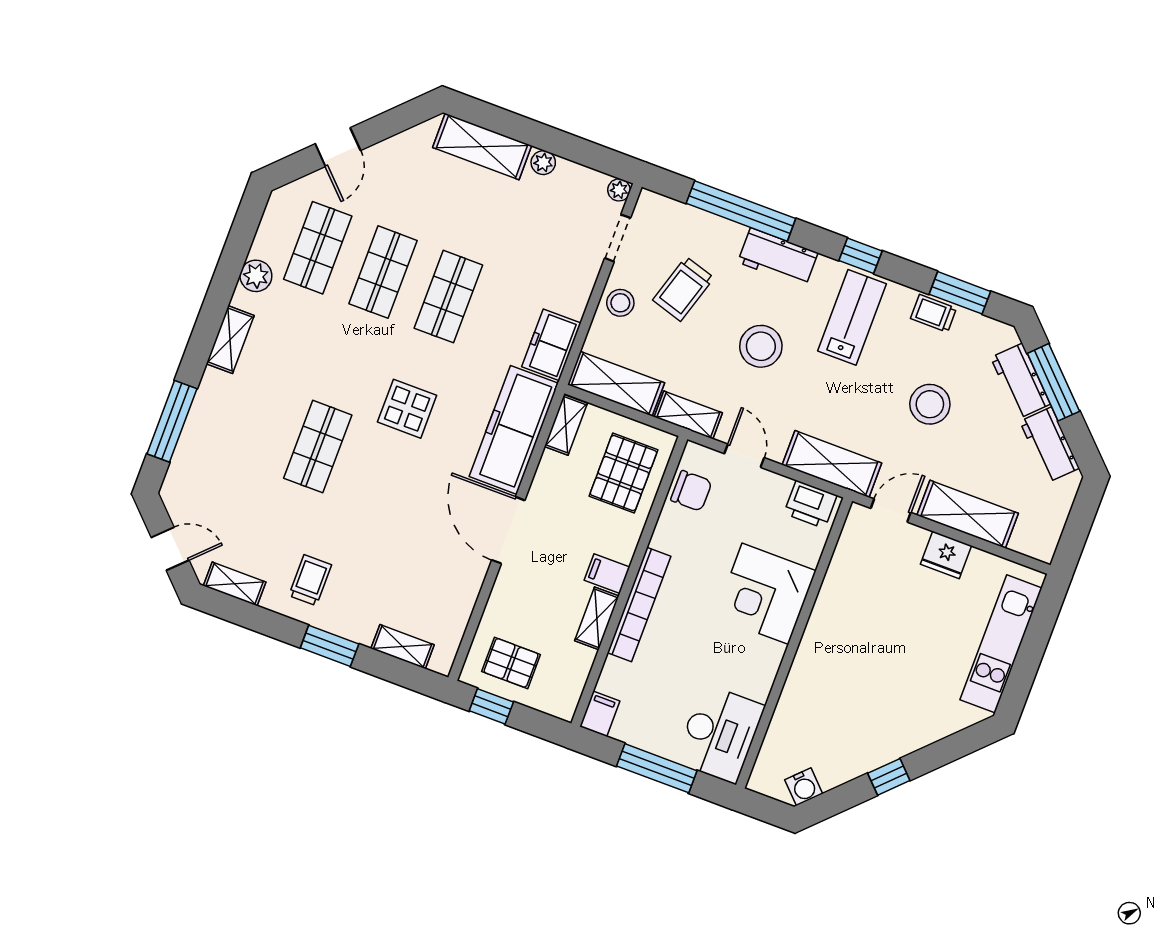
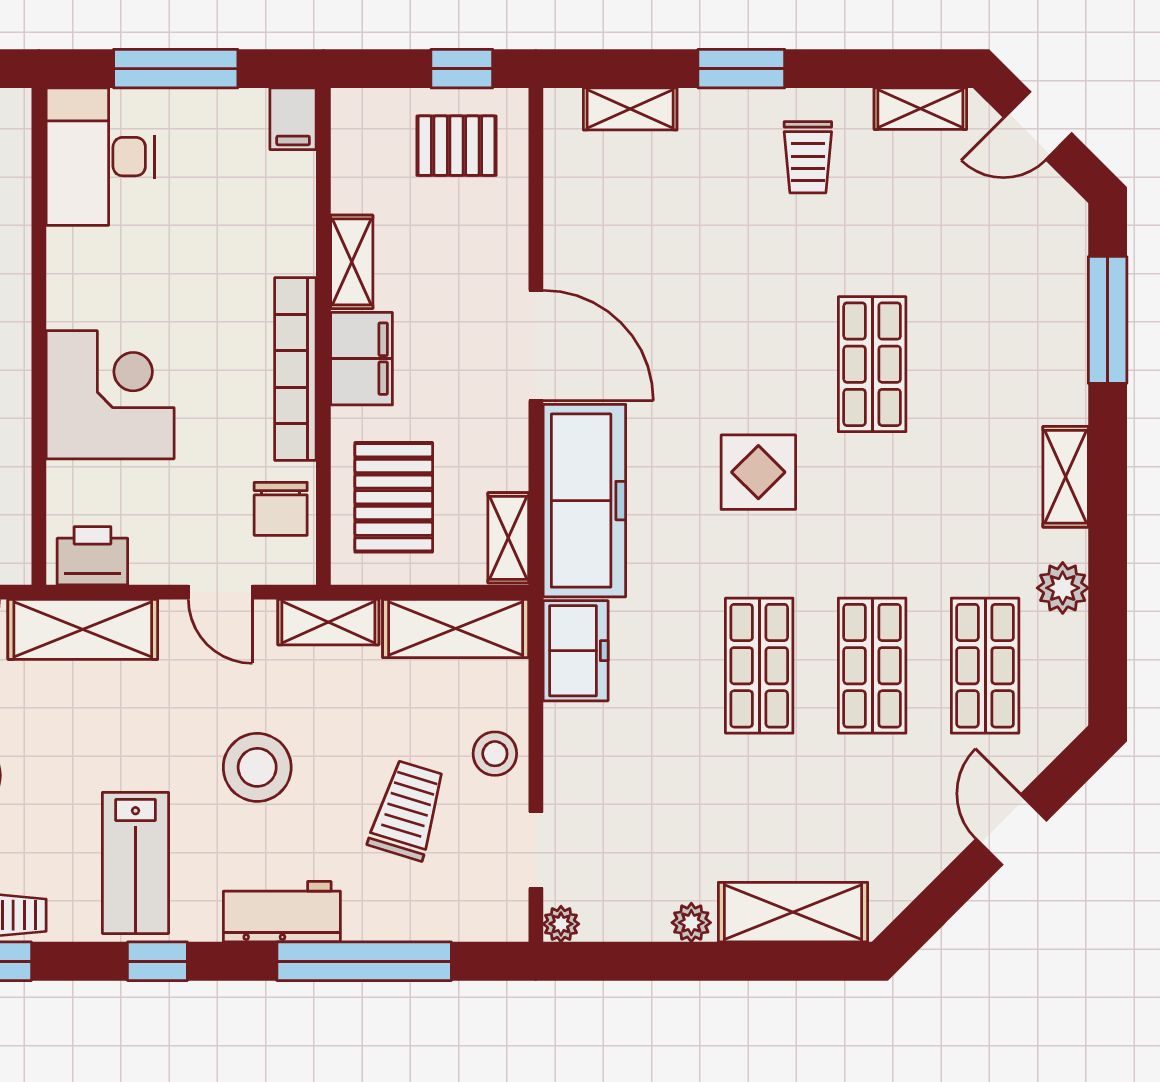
chair: (691, 491) -> (281, 509), turned -90
filing cabinet: (607, 574) -> (362, 359), width x2.00
bookcase: (639, 605) -> (295, 369), moved

